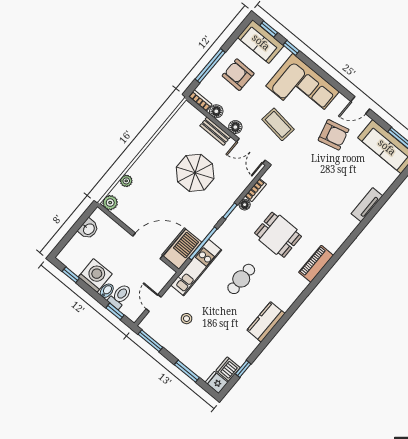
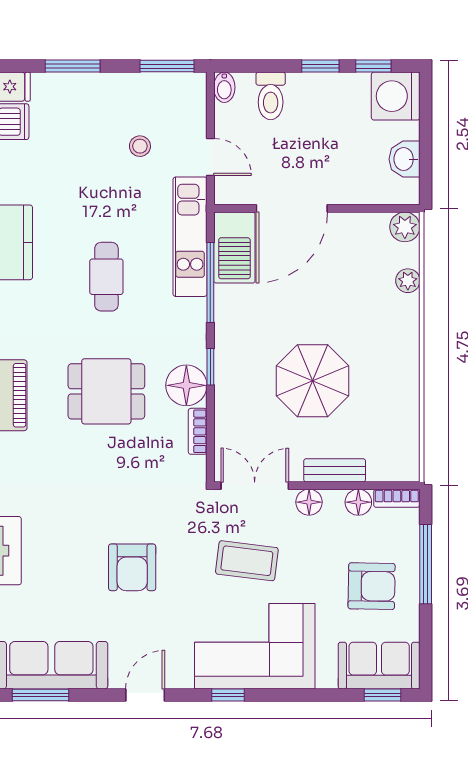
window: (291, 48) -> (228, 695), moved
armchair: (334, 135) -> (132, 567), moved, turned -76
floor lamp: (245, 205) -> (186, 385), width x1.89, depth x1.89
washing machine: (95, 275) -> (396, 96), moved, turned 90
bidet: (107, 291) -> (224, 87), moved
door: (154, 303) -> (210, 157), moved
window: (115, 311) -> (320, 66), moved

